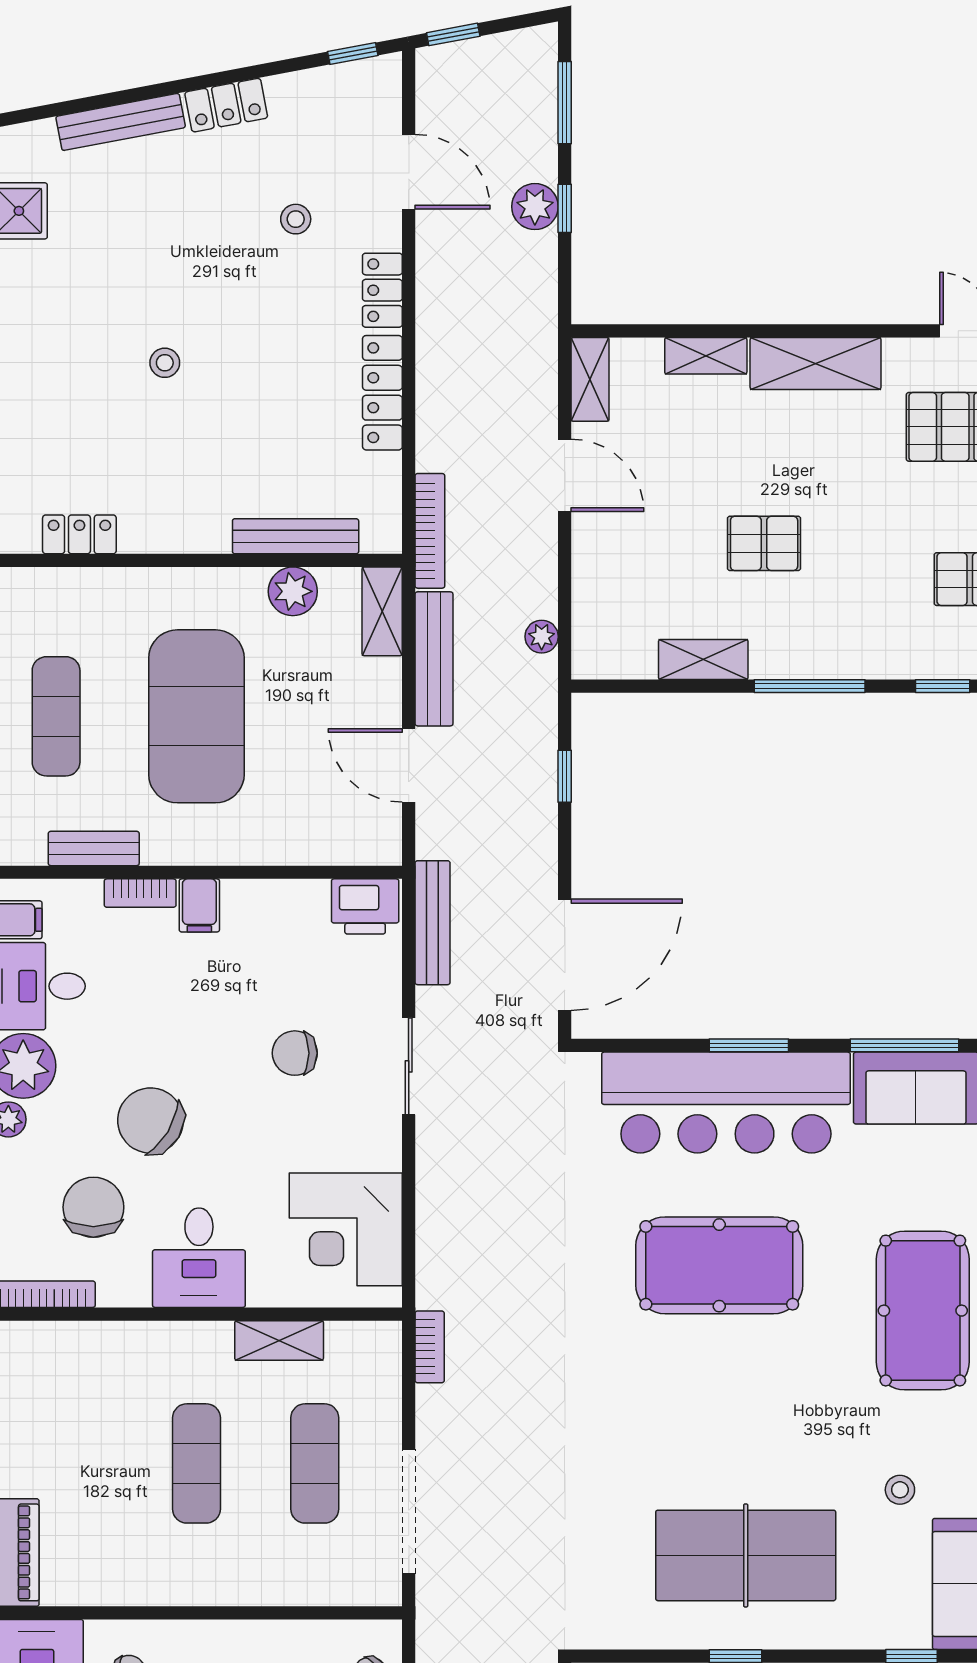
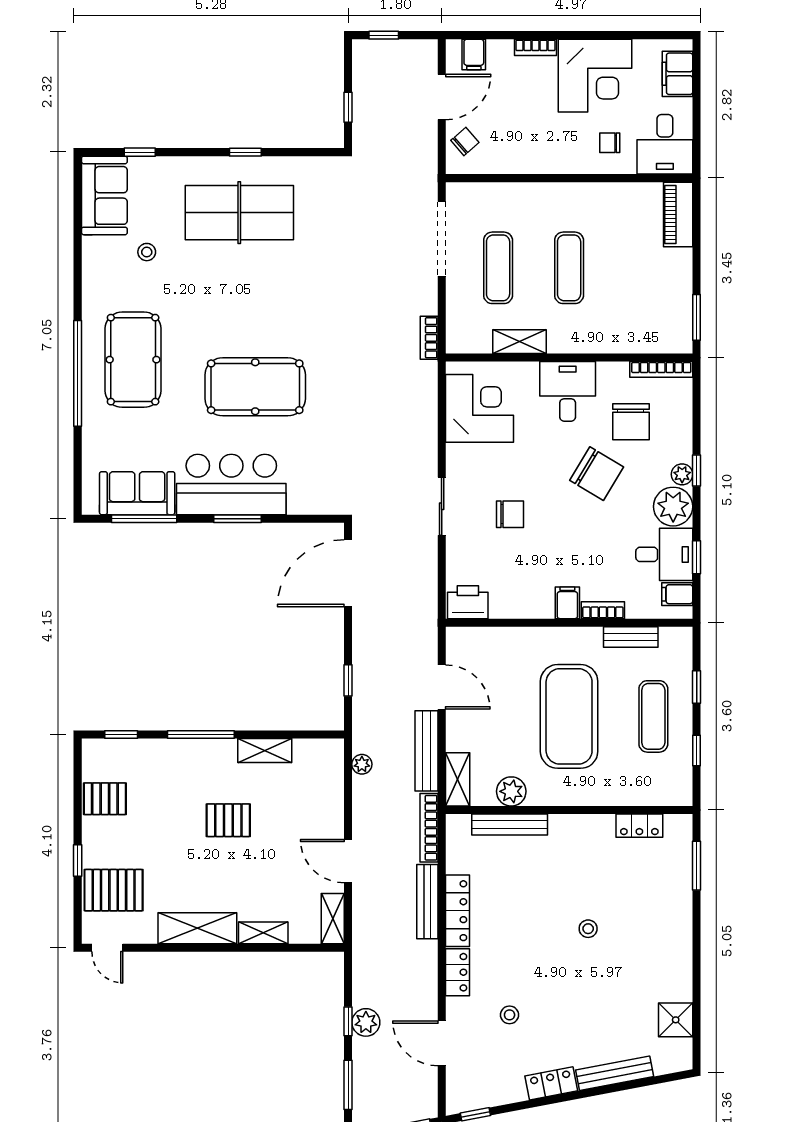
bench: (433, 923) -> (427, 902), moved
bar counter: (726, 1103) -> (231, 484), width x0.73

